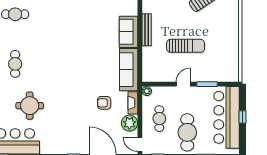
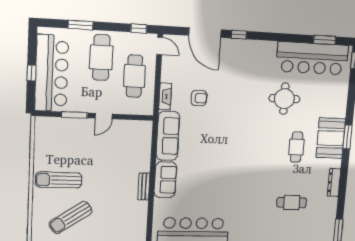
bench: (147, 30) -> (144, 186), width x0.73
sun lounger: (186, 46) -> (59, 180), moved
plant: (147, 91) -> (148, 110), removed
cafe table: (159, 119) -> (135, 76), width x1.37, depth x1.35
plant: (129, 123) -> (171, 72), removed

